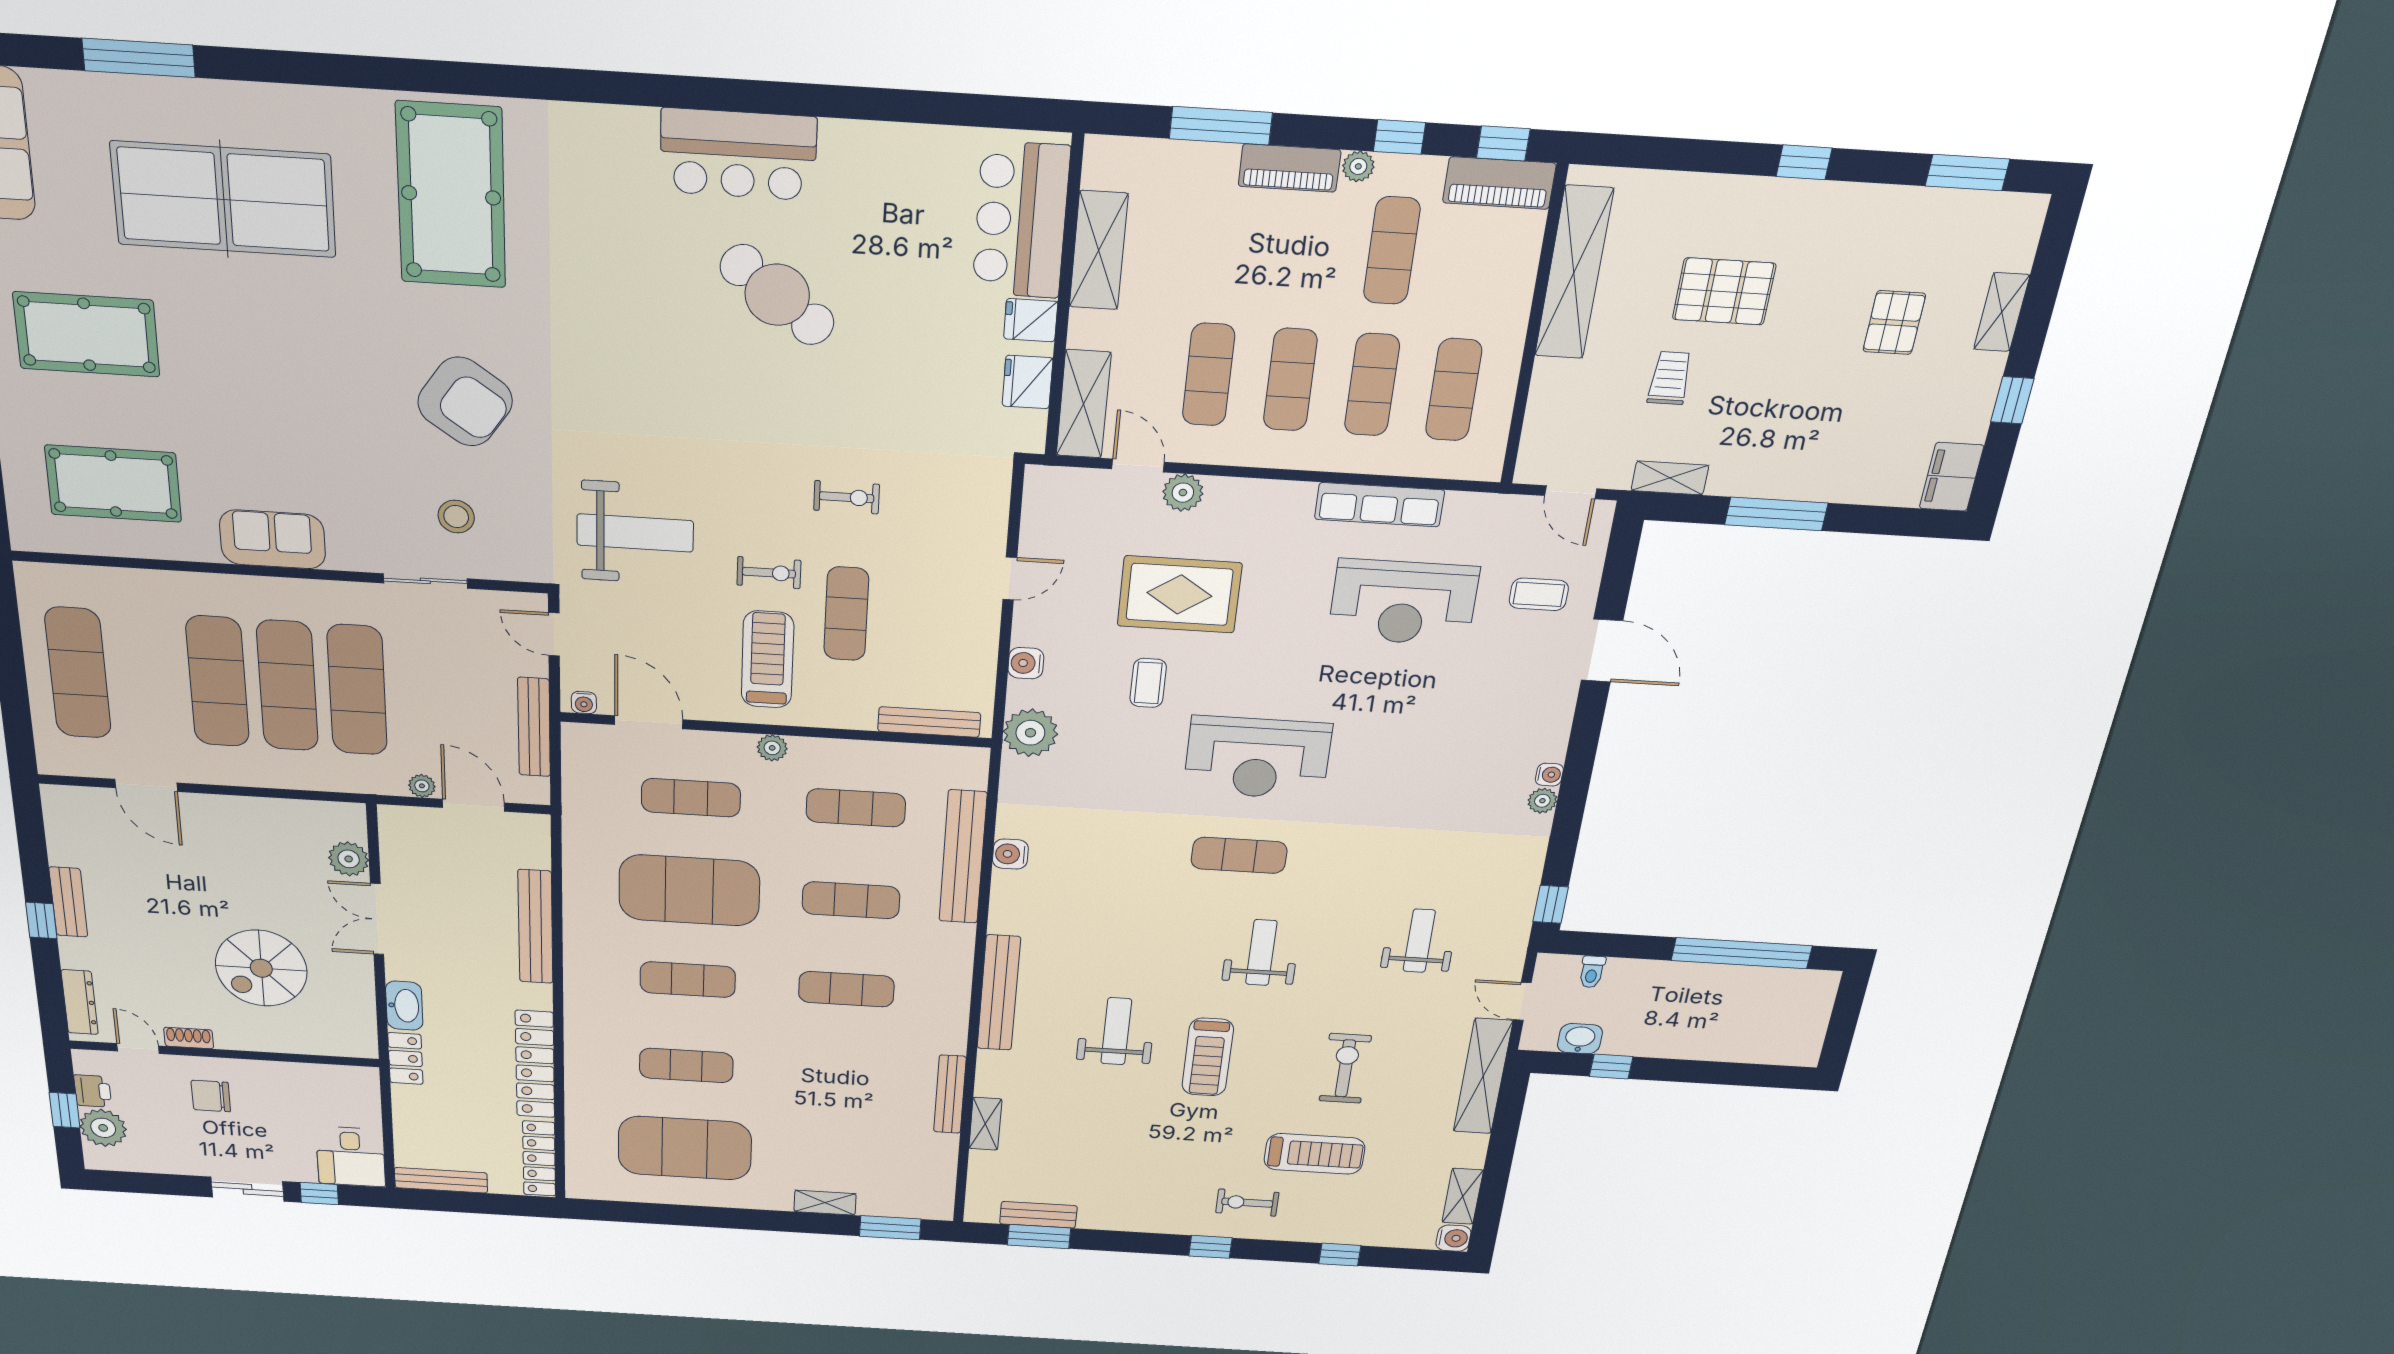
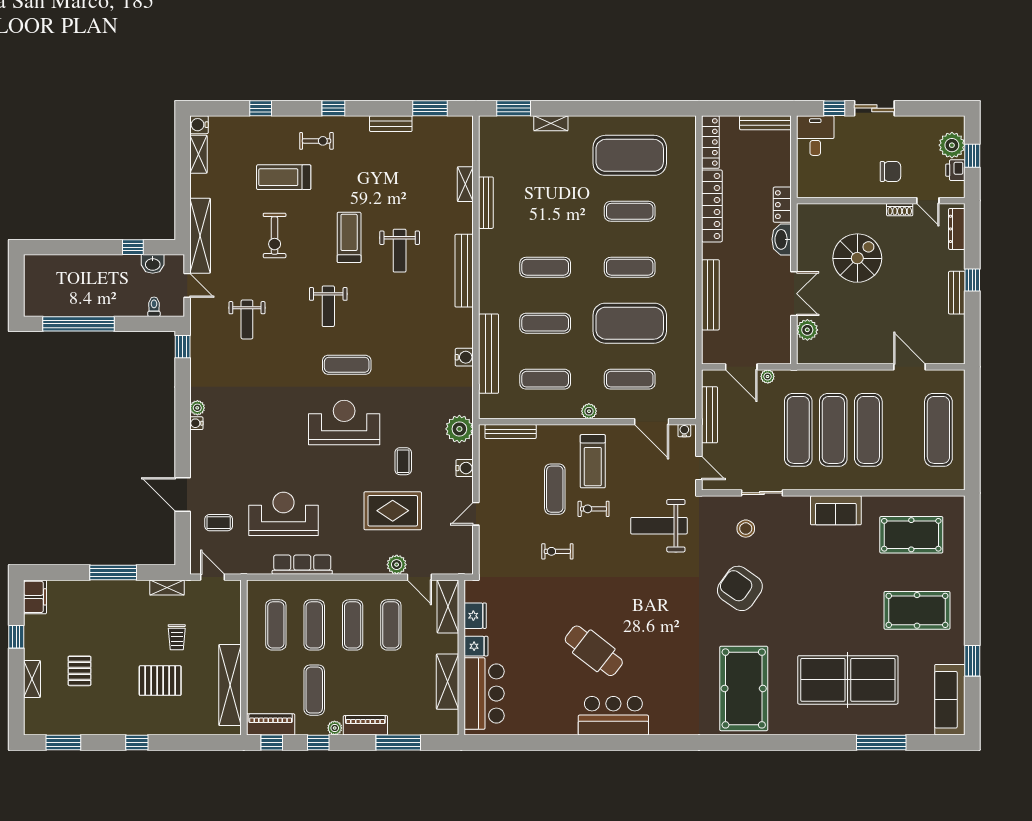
bench: (1038, 1215) -> (391, 124), moved

